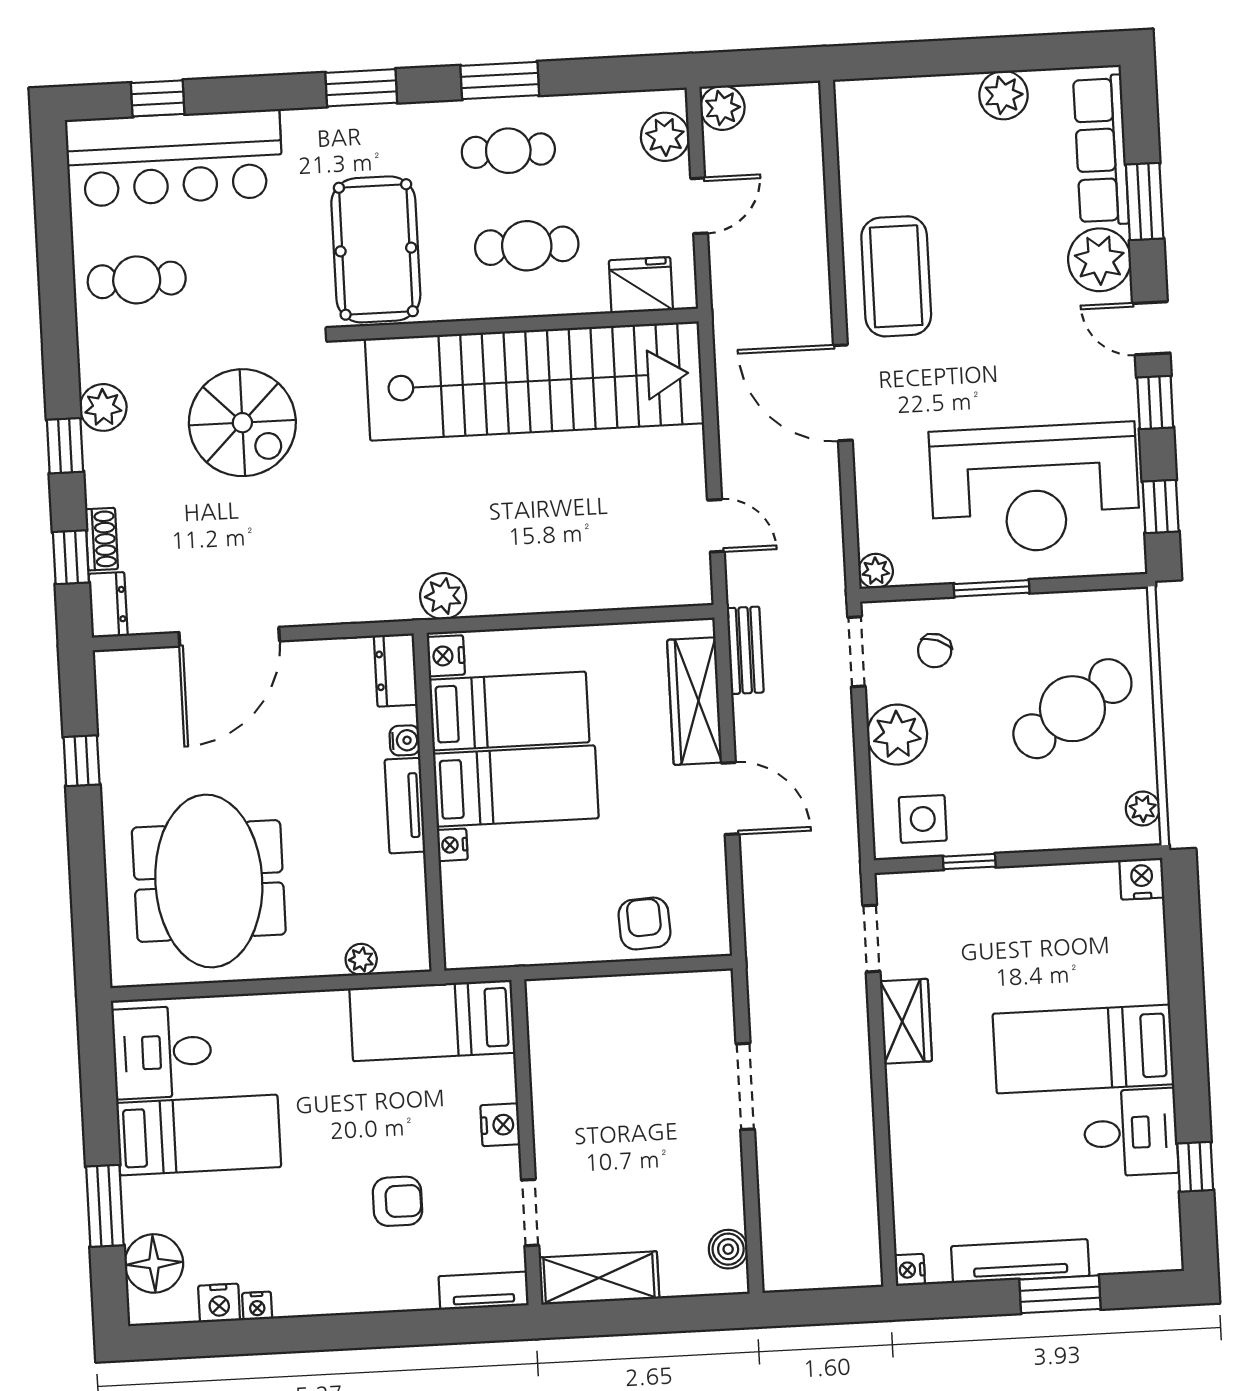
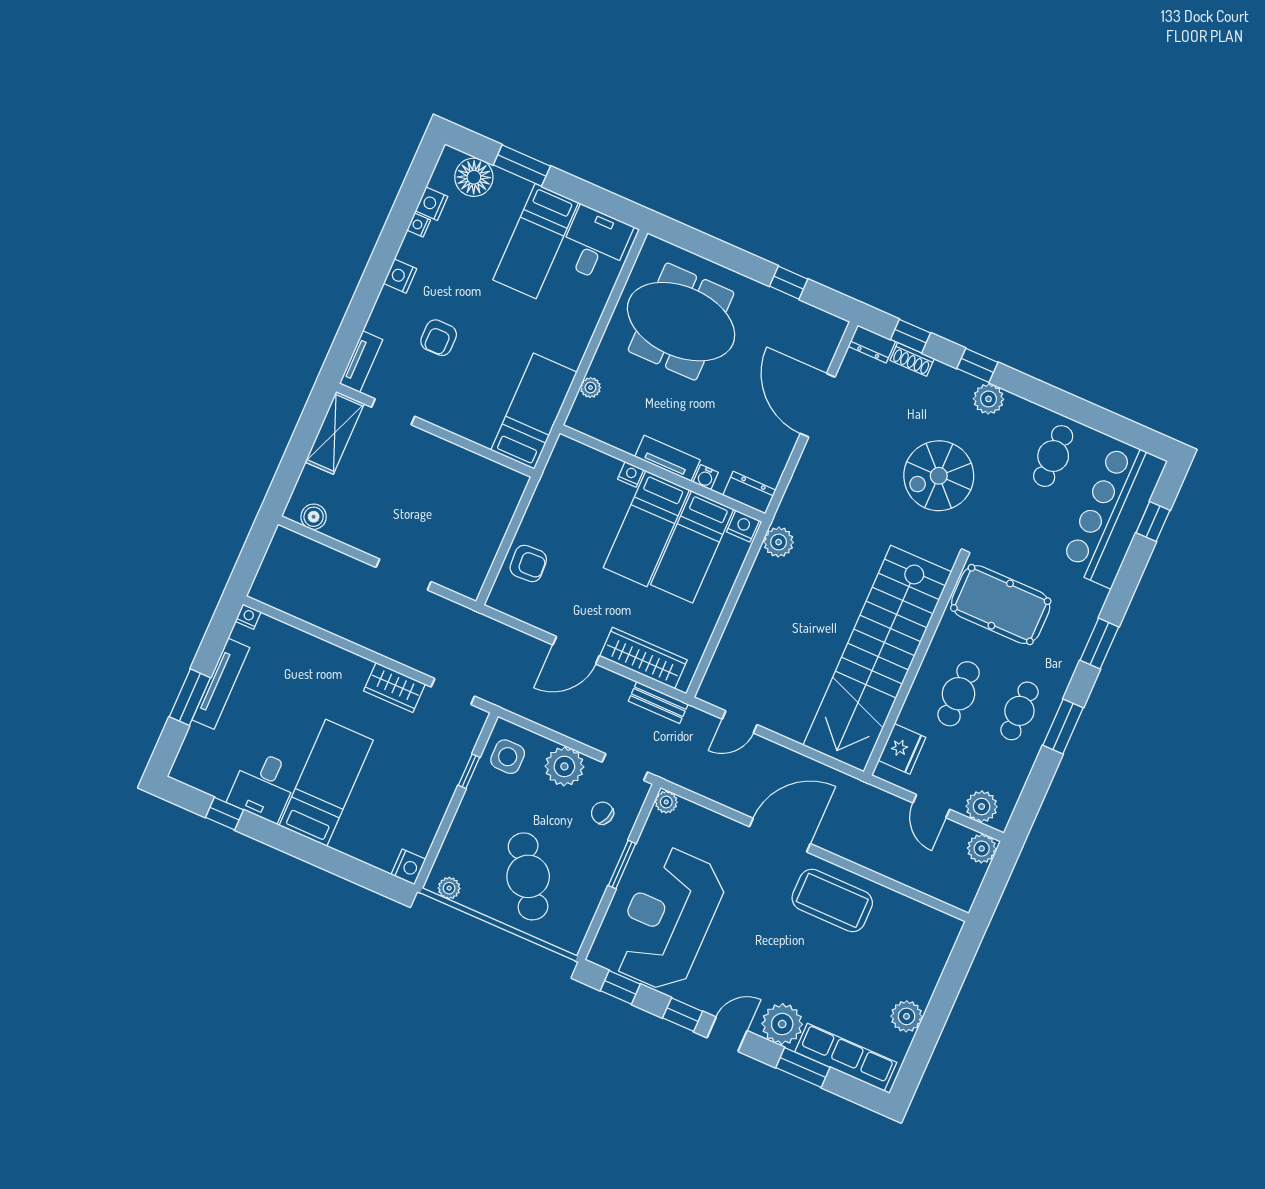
nightstand: (500, 1125) -> (400, 276), moved, turned 90

